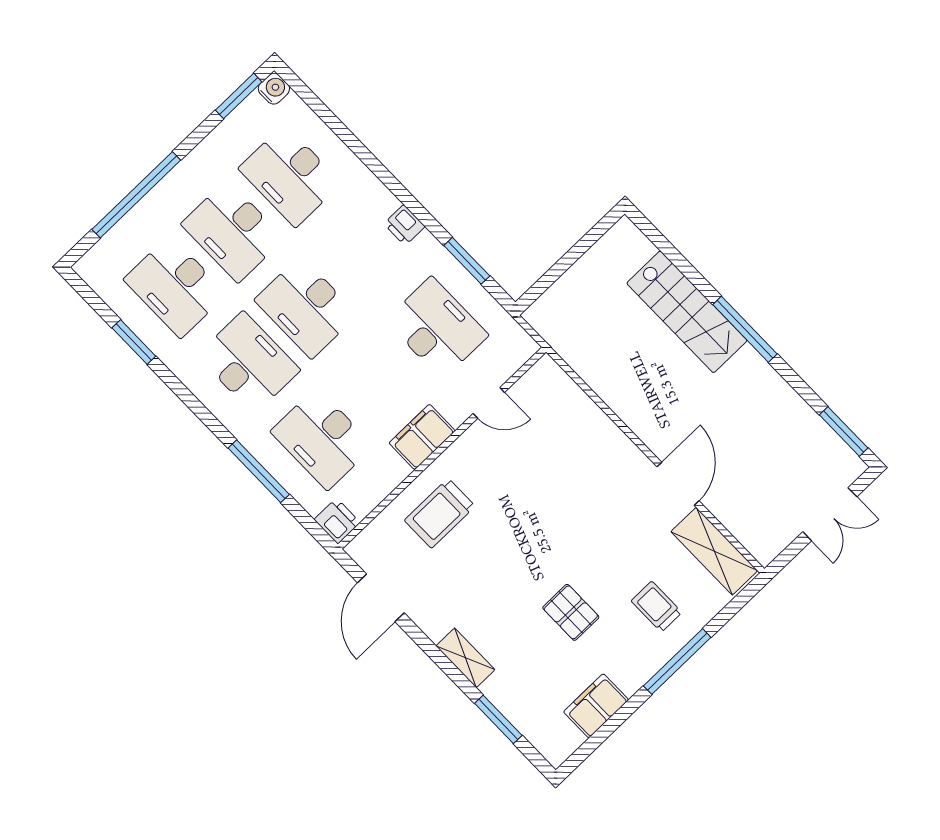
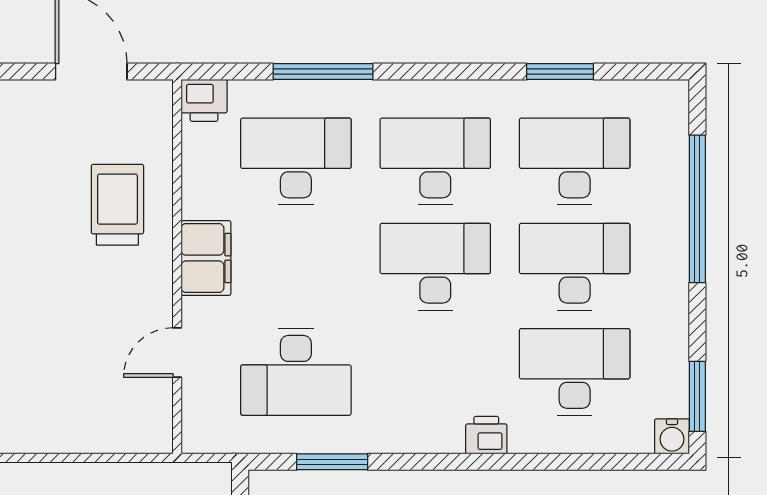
printer: (404, 225) -> (486, 435), moved
desk: (249, 363) -> (435, 161), turned 180

